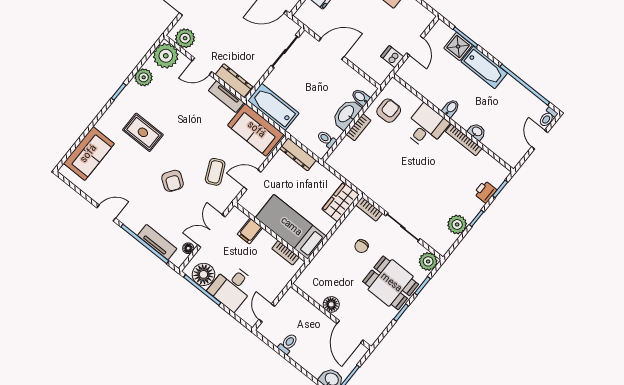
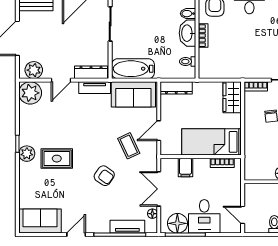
plant: (144, 77) -> (27, 154), moved
sofa: (89, 154) -> (40, 221), moved, turned -90

